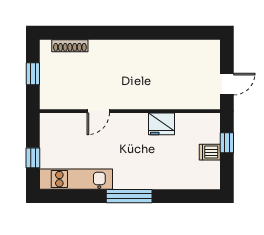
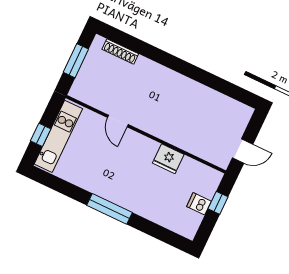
window: (33, 74) -> (76, 61), width x1.50
door: (98, 111) -> (118, 121), hinge flipped
kitchen unit: (76, 179) -> (58, 136), moved, turned 90

